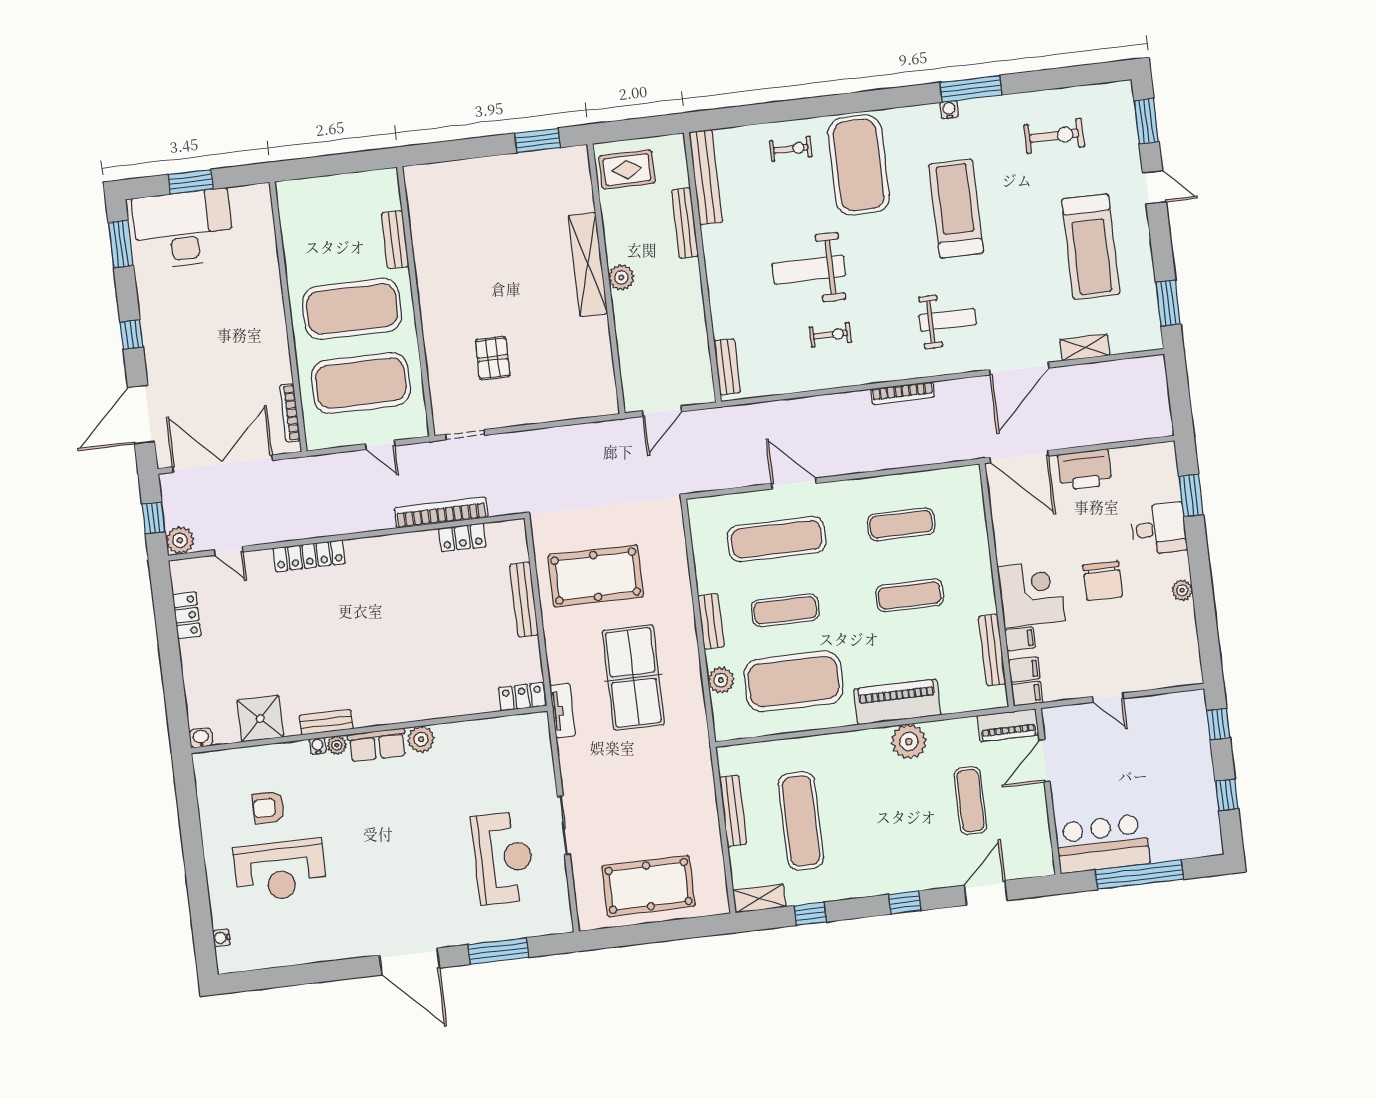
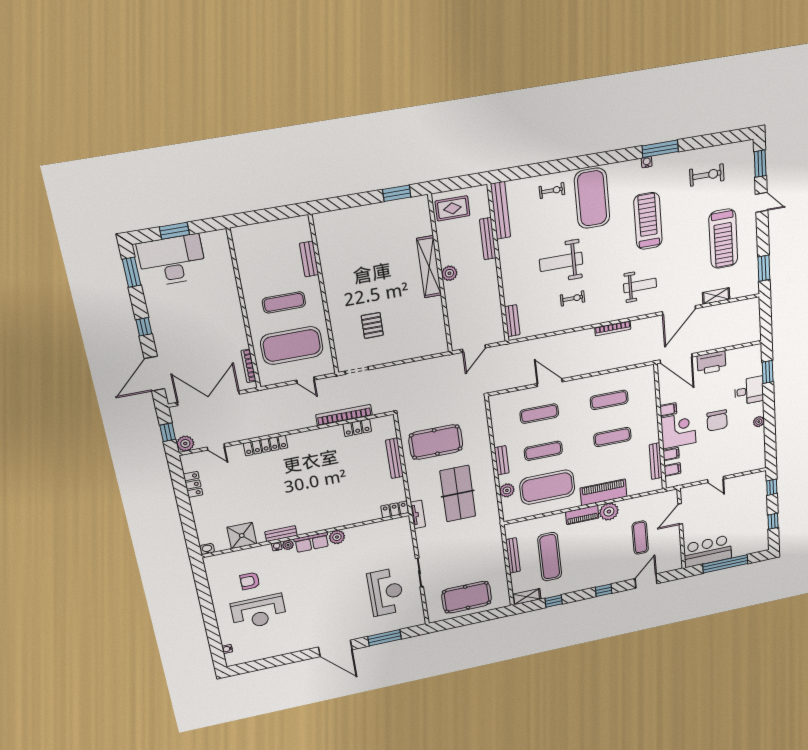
exercise mat: (352, 309) -> (284, 302), width x0.50, depth x0.69
exercise mat: (777, 539) -> (539, 414), width x0.73, depth x0.69
filing cabinet: (1027, 694) -> (668, 410), moved
piano: (1008, 725) -> (582, 515), moved

